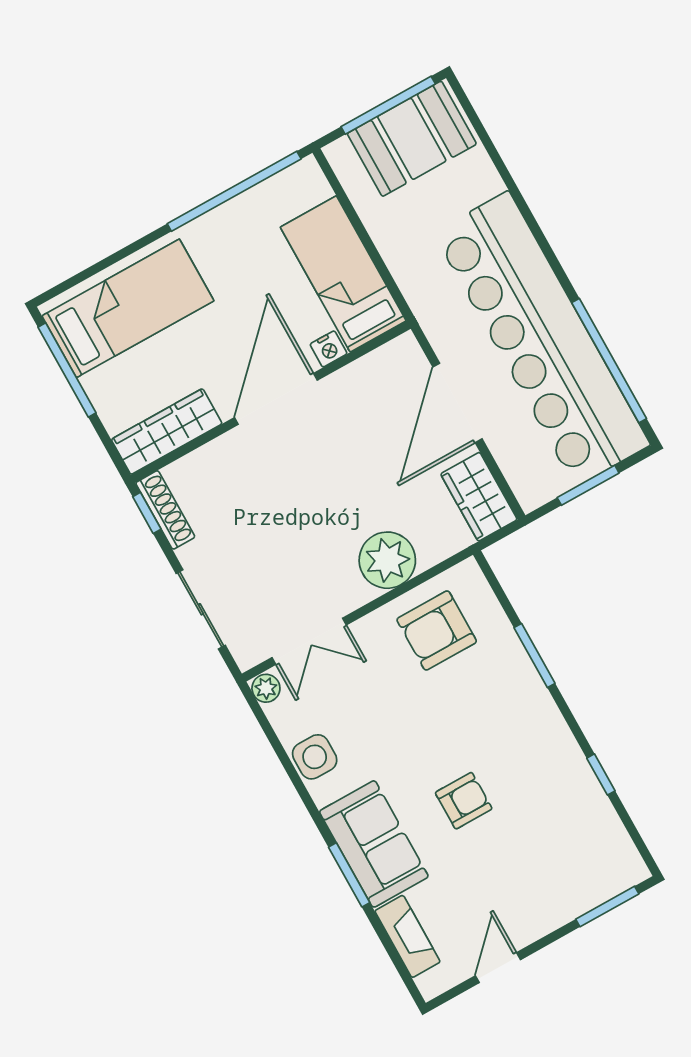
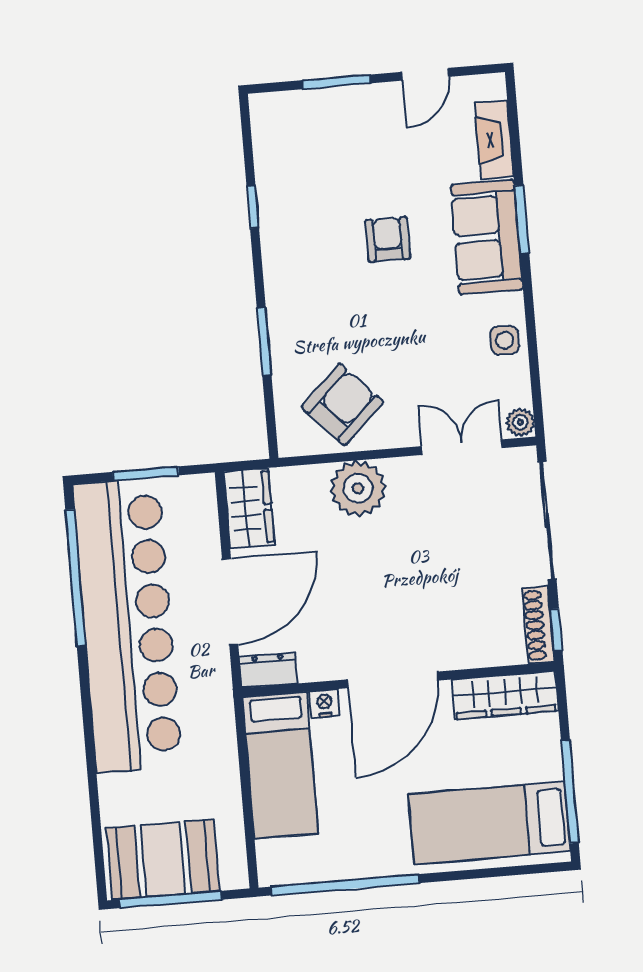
dresser: (394, 356) -> (268, 670), added
sliding door: (201, 609) -> (547, 520), width x1.37
armchair: (437, 630) -> (342, 404), turned -44
side table: (315, 757) -> (505, 340), width x0.73, depth x0.73
armchair: (464, 801) -> (388, 239), turned 90
window: (607, 906) -> (337, 82), moved

